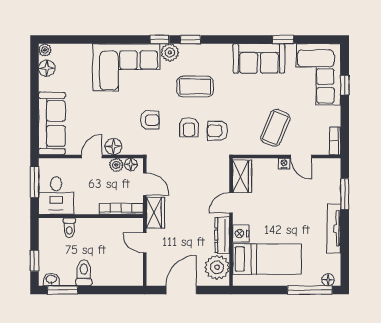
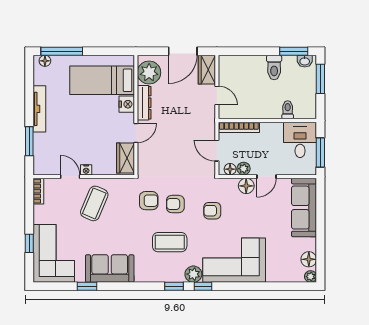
armchair: (189, 127) -> (175, 204), turned -90
wardrobe: (155, 213) -> (207, 70), moved
window: (34, 261) -> (320, 79), width x1.50

